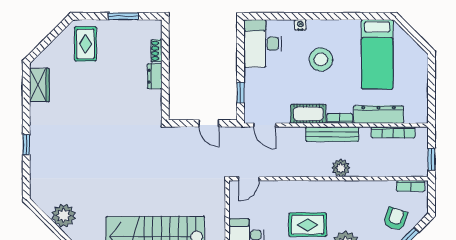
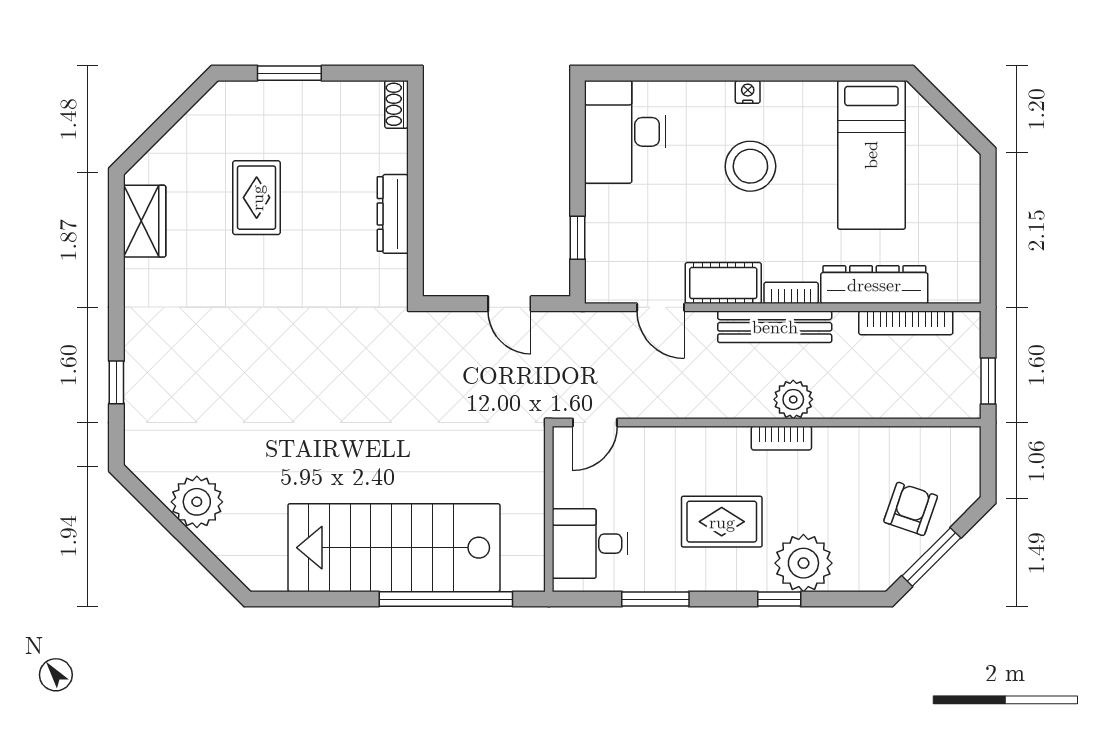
window: (123, 16) -> (289, 73), moved
nightstand: (300, 25) -> (748, 92), moved
rug: (85, 44) -> (257, 198), moved
shoe rack: (156, 51) -> (397, 104), moved
dresser: (155, 76) -> (393, 214), width x1.44
door: (265, 125) -> (661, 307), moved
window: (26, 145) -> (116, 382), moved
bookcase: (411, 186) -> (781, 438), moved

